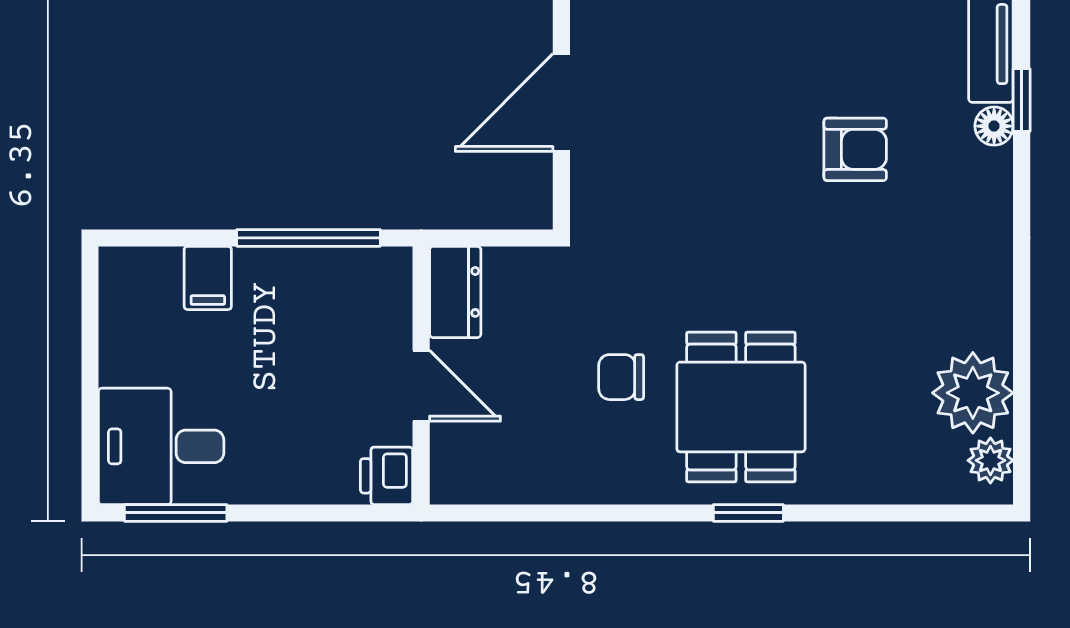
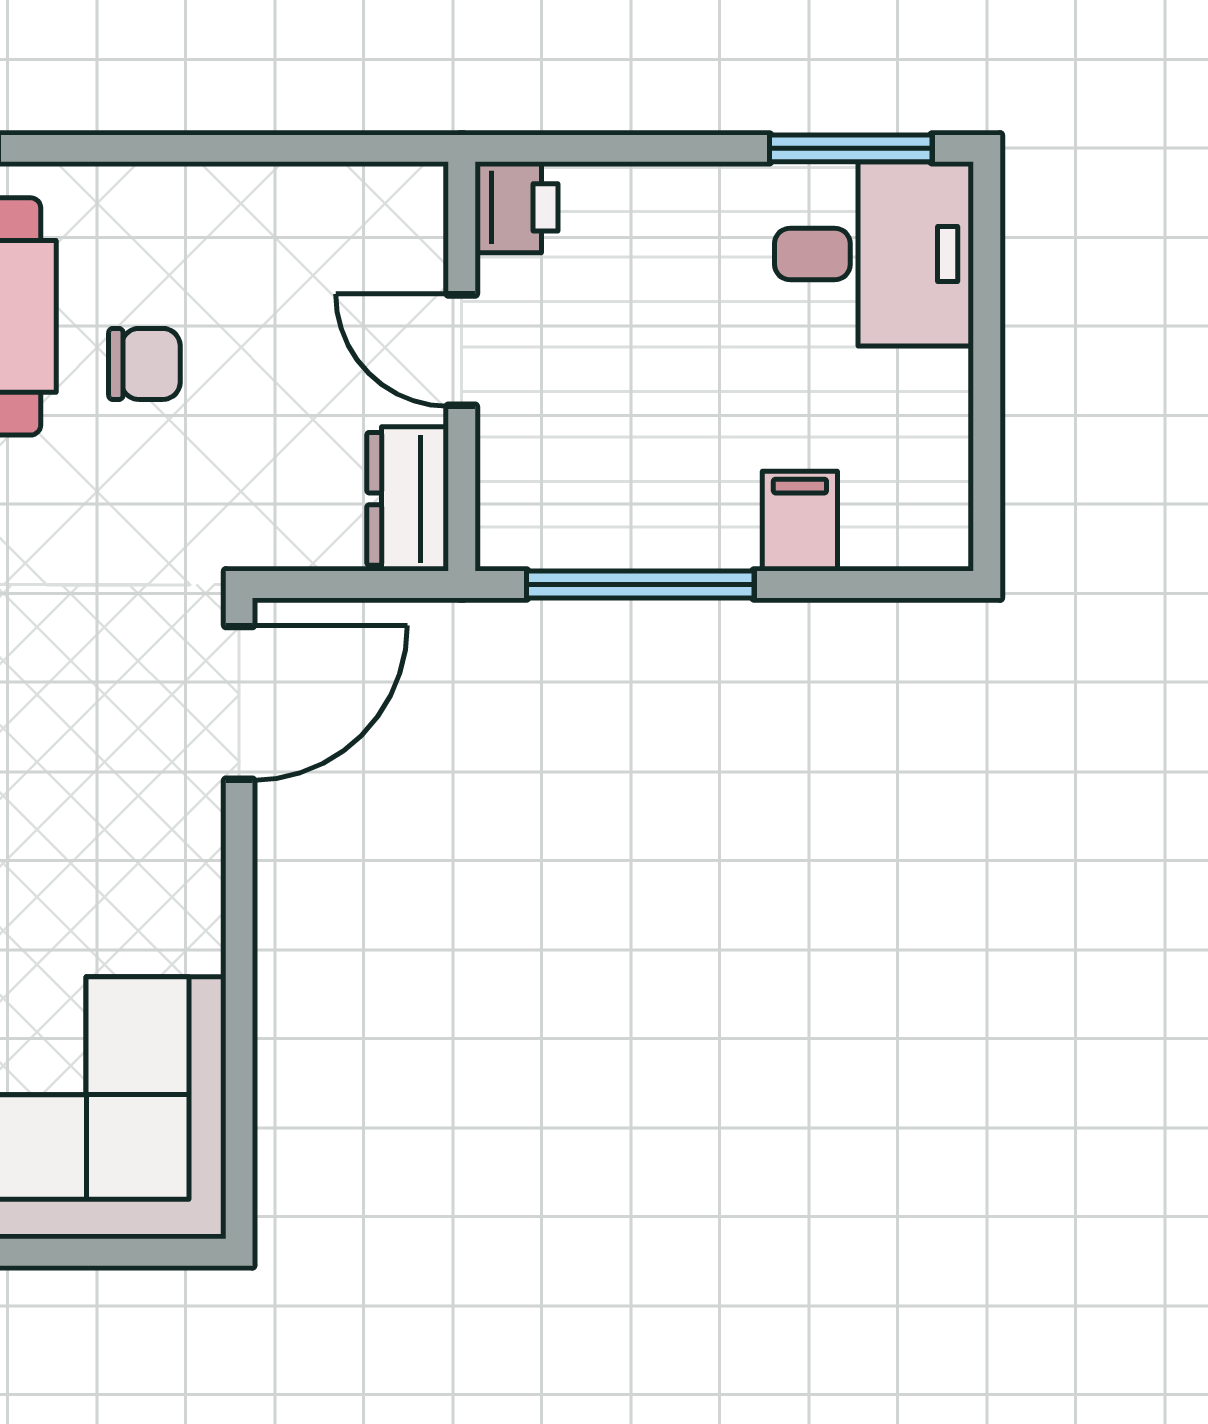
door: (561, 103) -> (239, 703), moved

